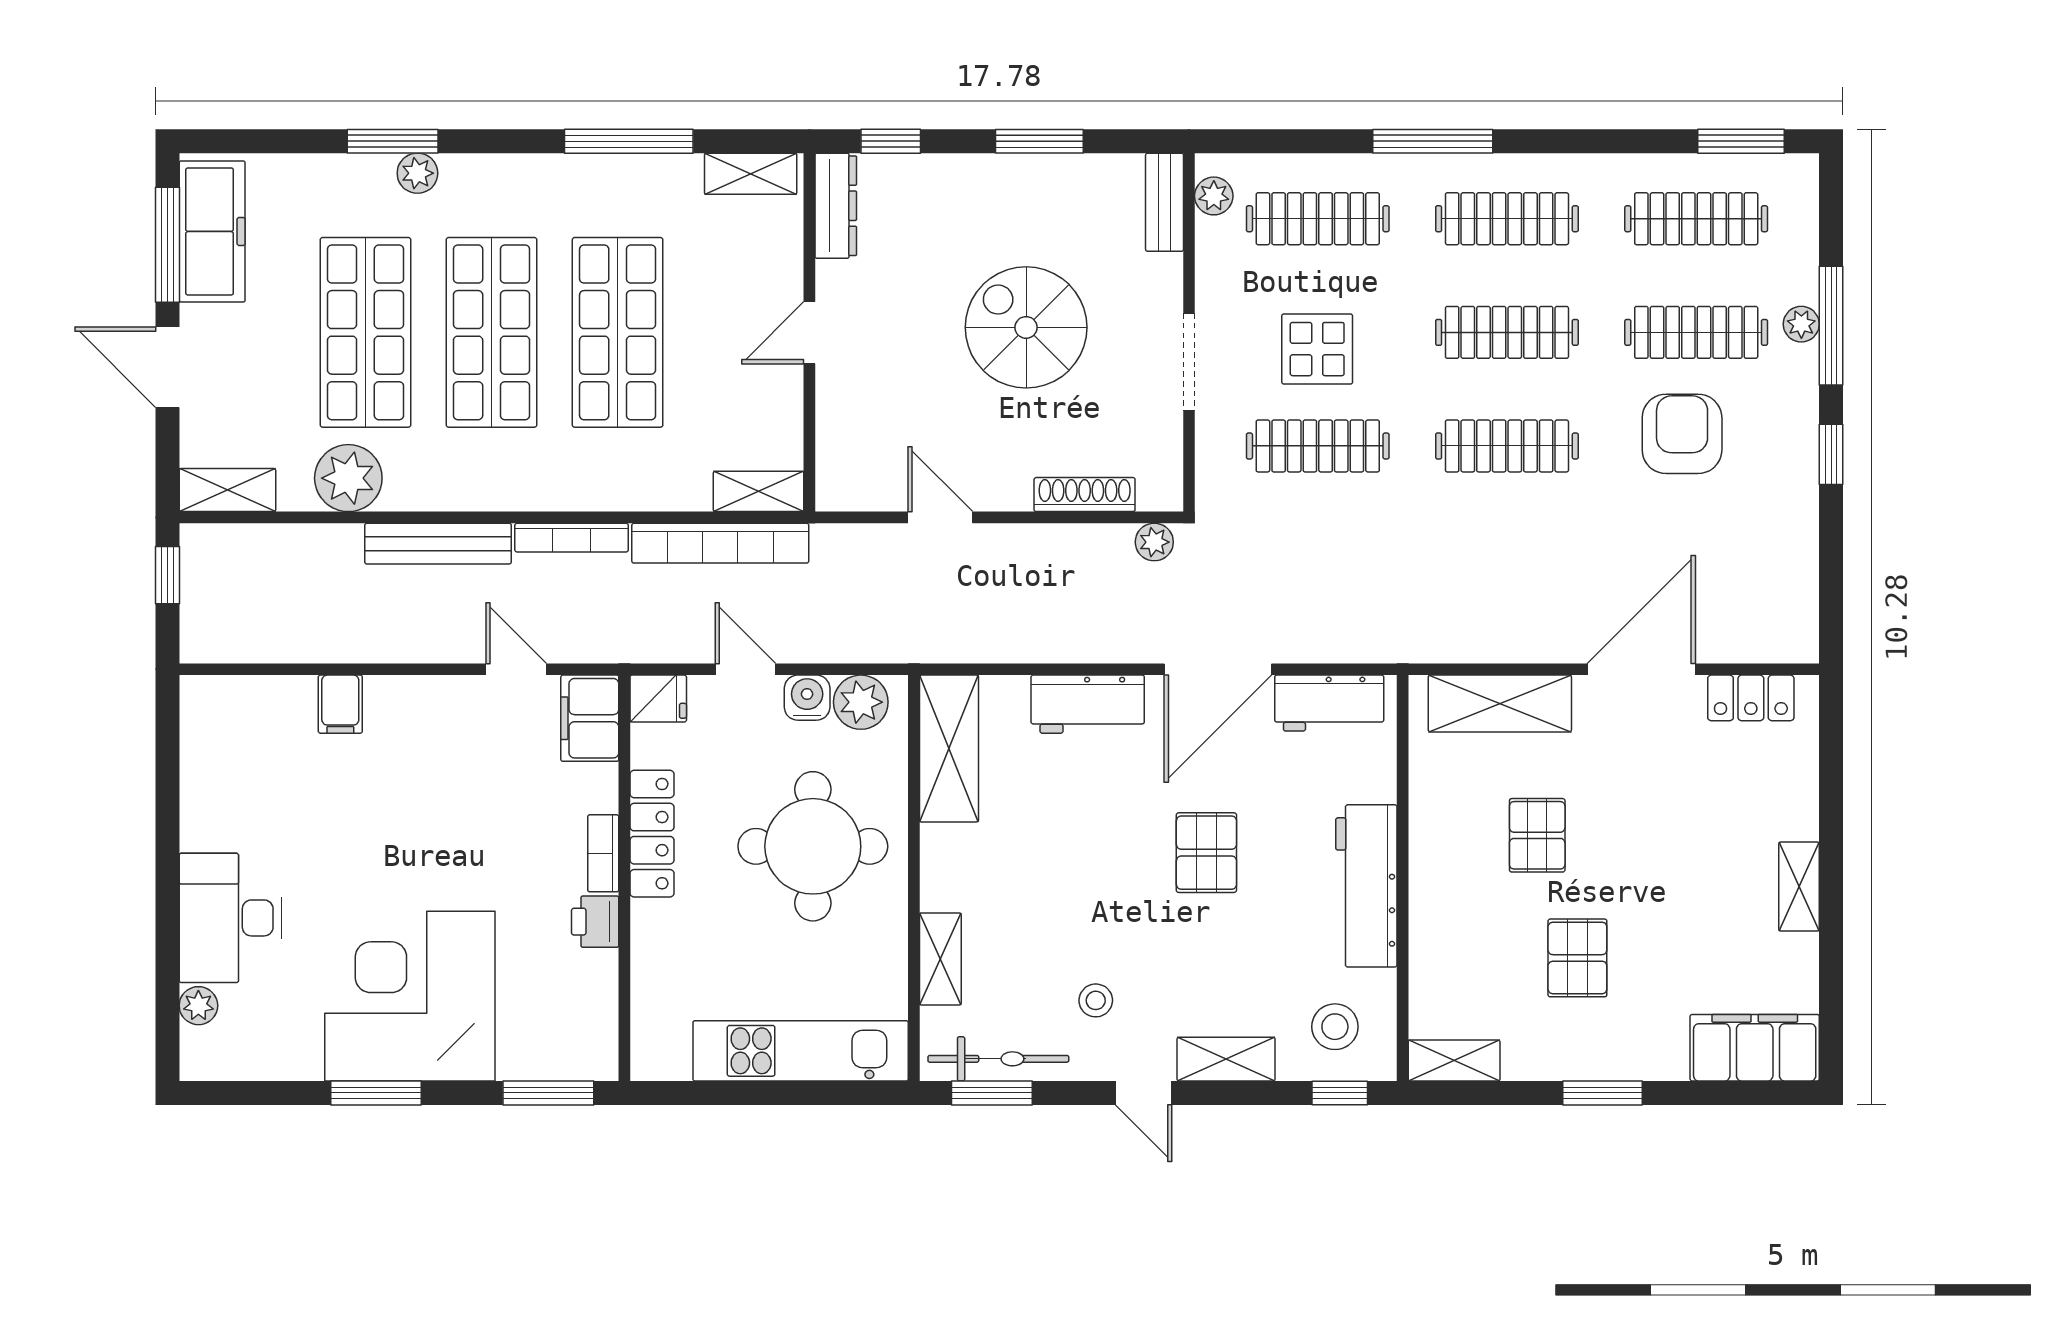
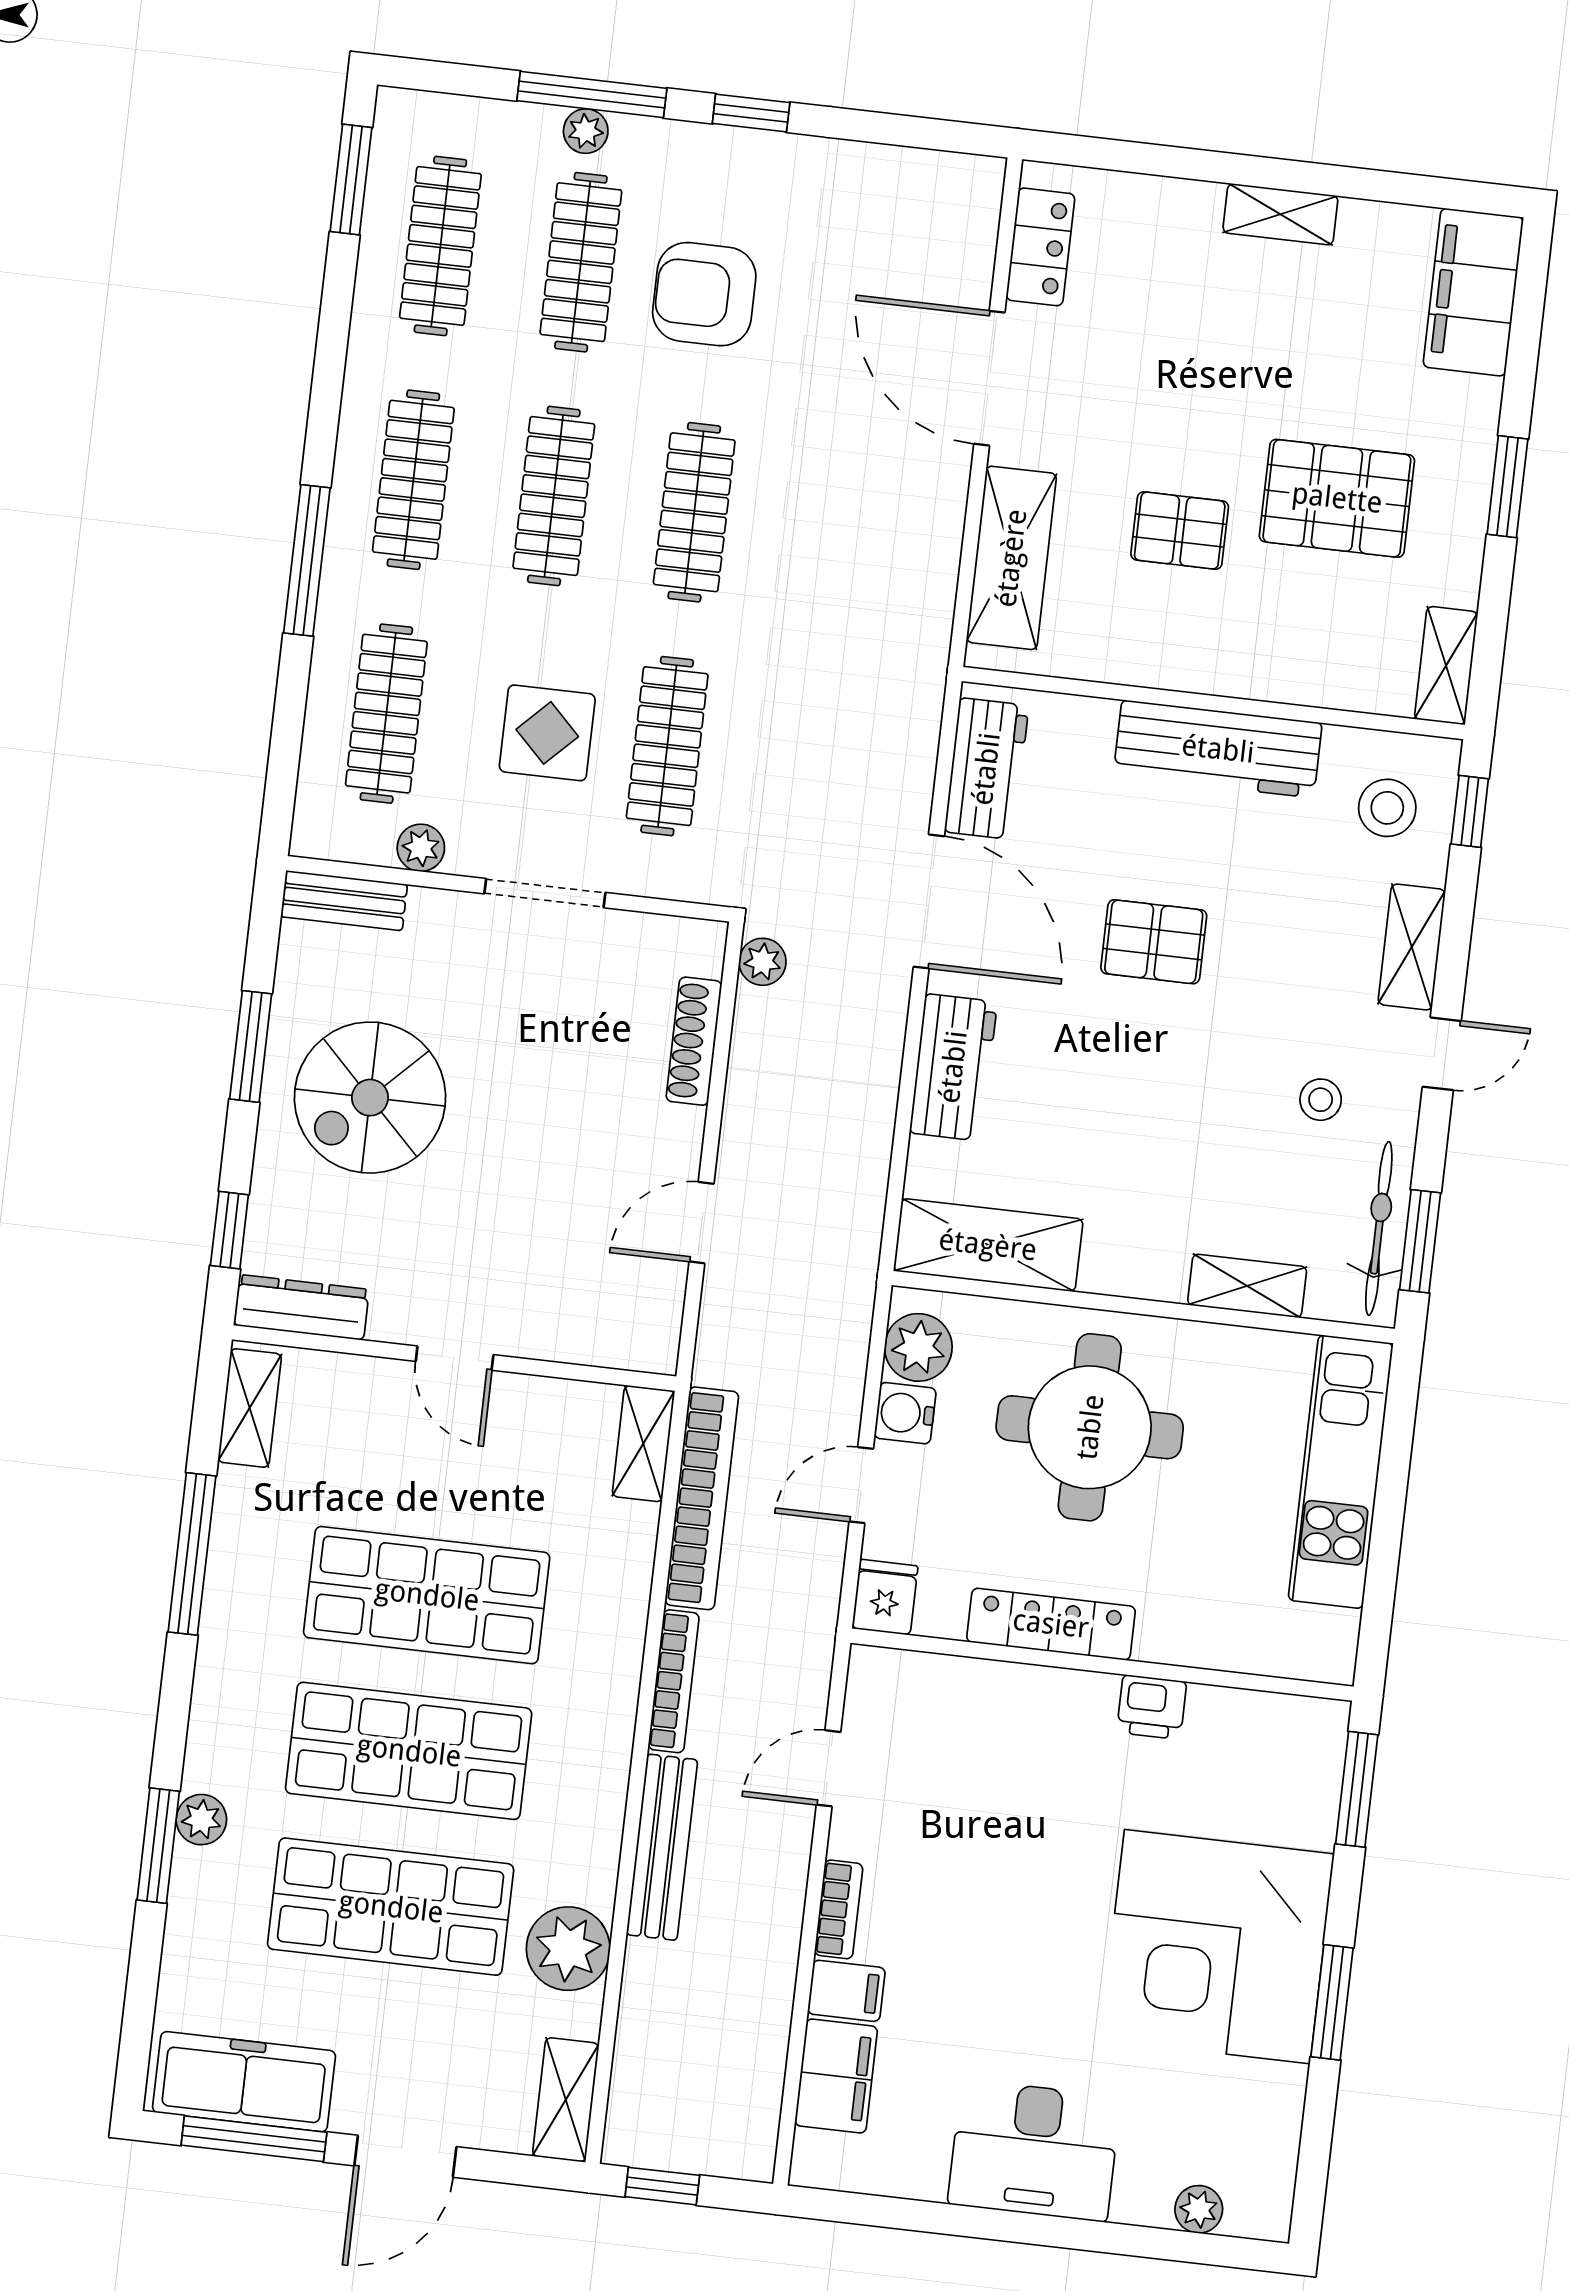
plant: (1214, 196) -> (421, 848), moved
spiral stairs: (1026, 327) -> (370, 1098), moved
filing cabinet: (590, 718) -> (836, 2076), moved, turned -90
bookcase: (603, 853) -> (839, 1909), moved, turned -90
desk: (230, 918) -> (1034, 2150), moved
pallet: (1577, 958) -> (1337, 498), width x1.50, depth x1.42

